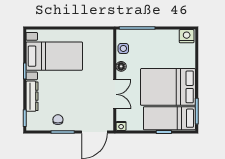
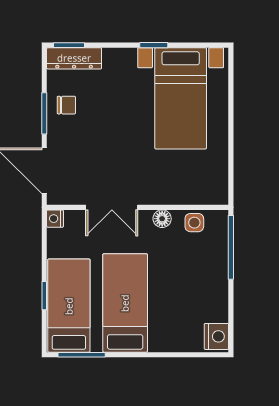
bed: (168, 87) -> (125, 303), width x0.67
dresser: (32, 96) -> (74, 58), moved

